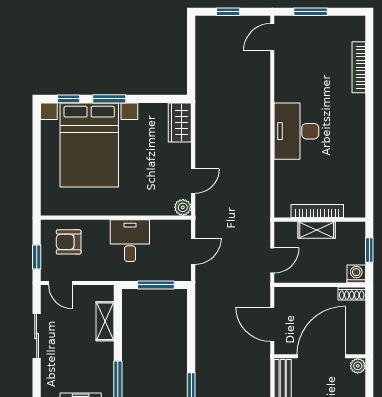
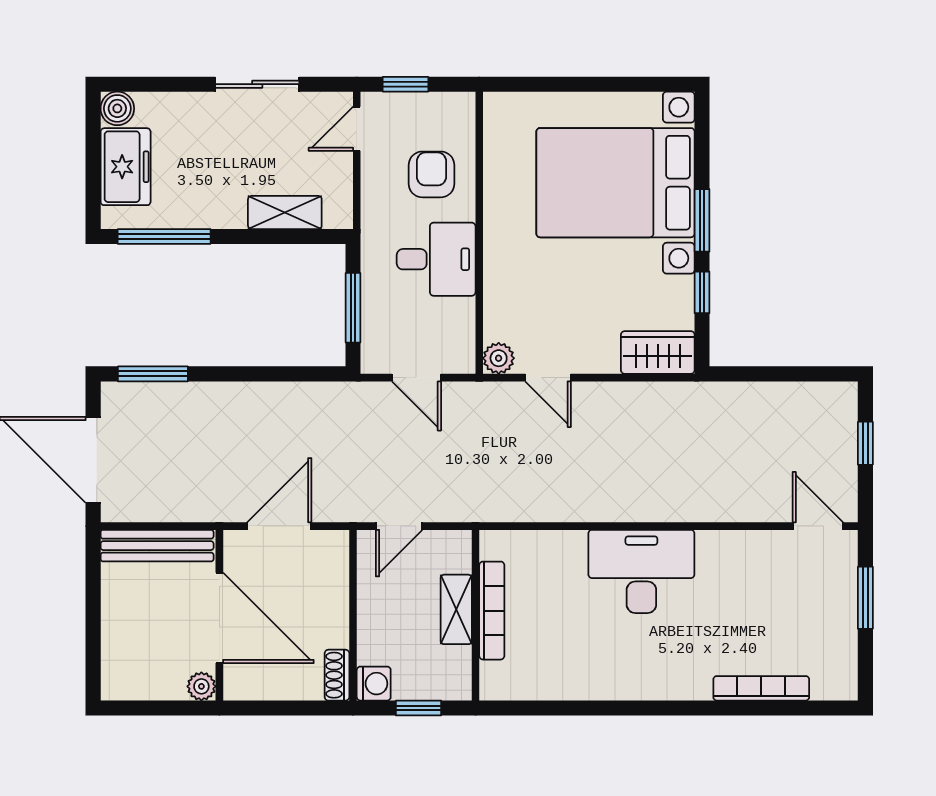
window: (69, 99) -> (702, 292), moved
armchair: (69, 242) -> (432, 174), moved
door: (272, 260) -> (399, 526), hinge flipped

